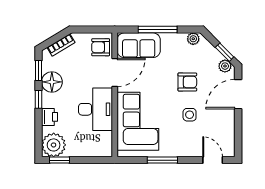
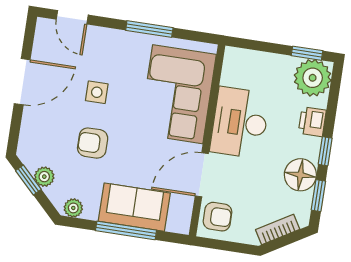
sofa: (139, 45) -> (134, 207), moved
plant: (225, 66) -> (44, 177), moved
door: (238, 94) -> (22, 82), moved

